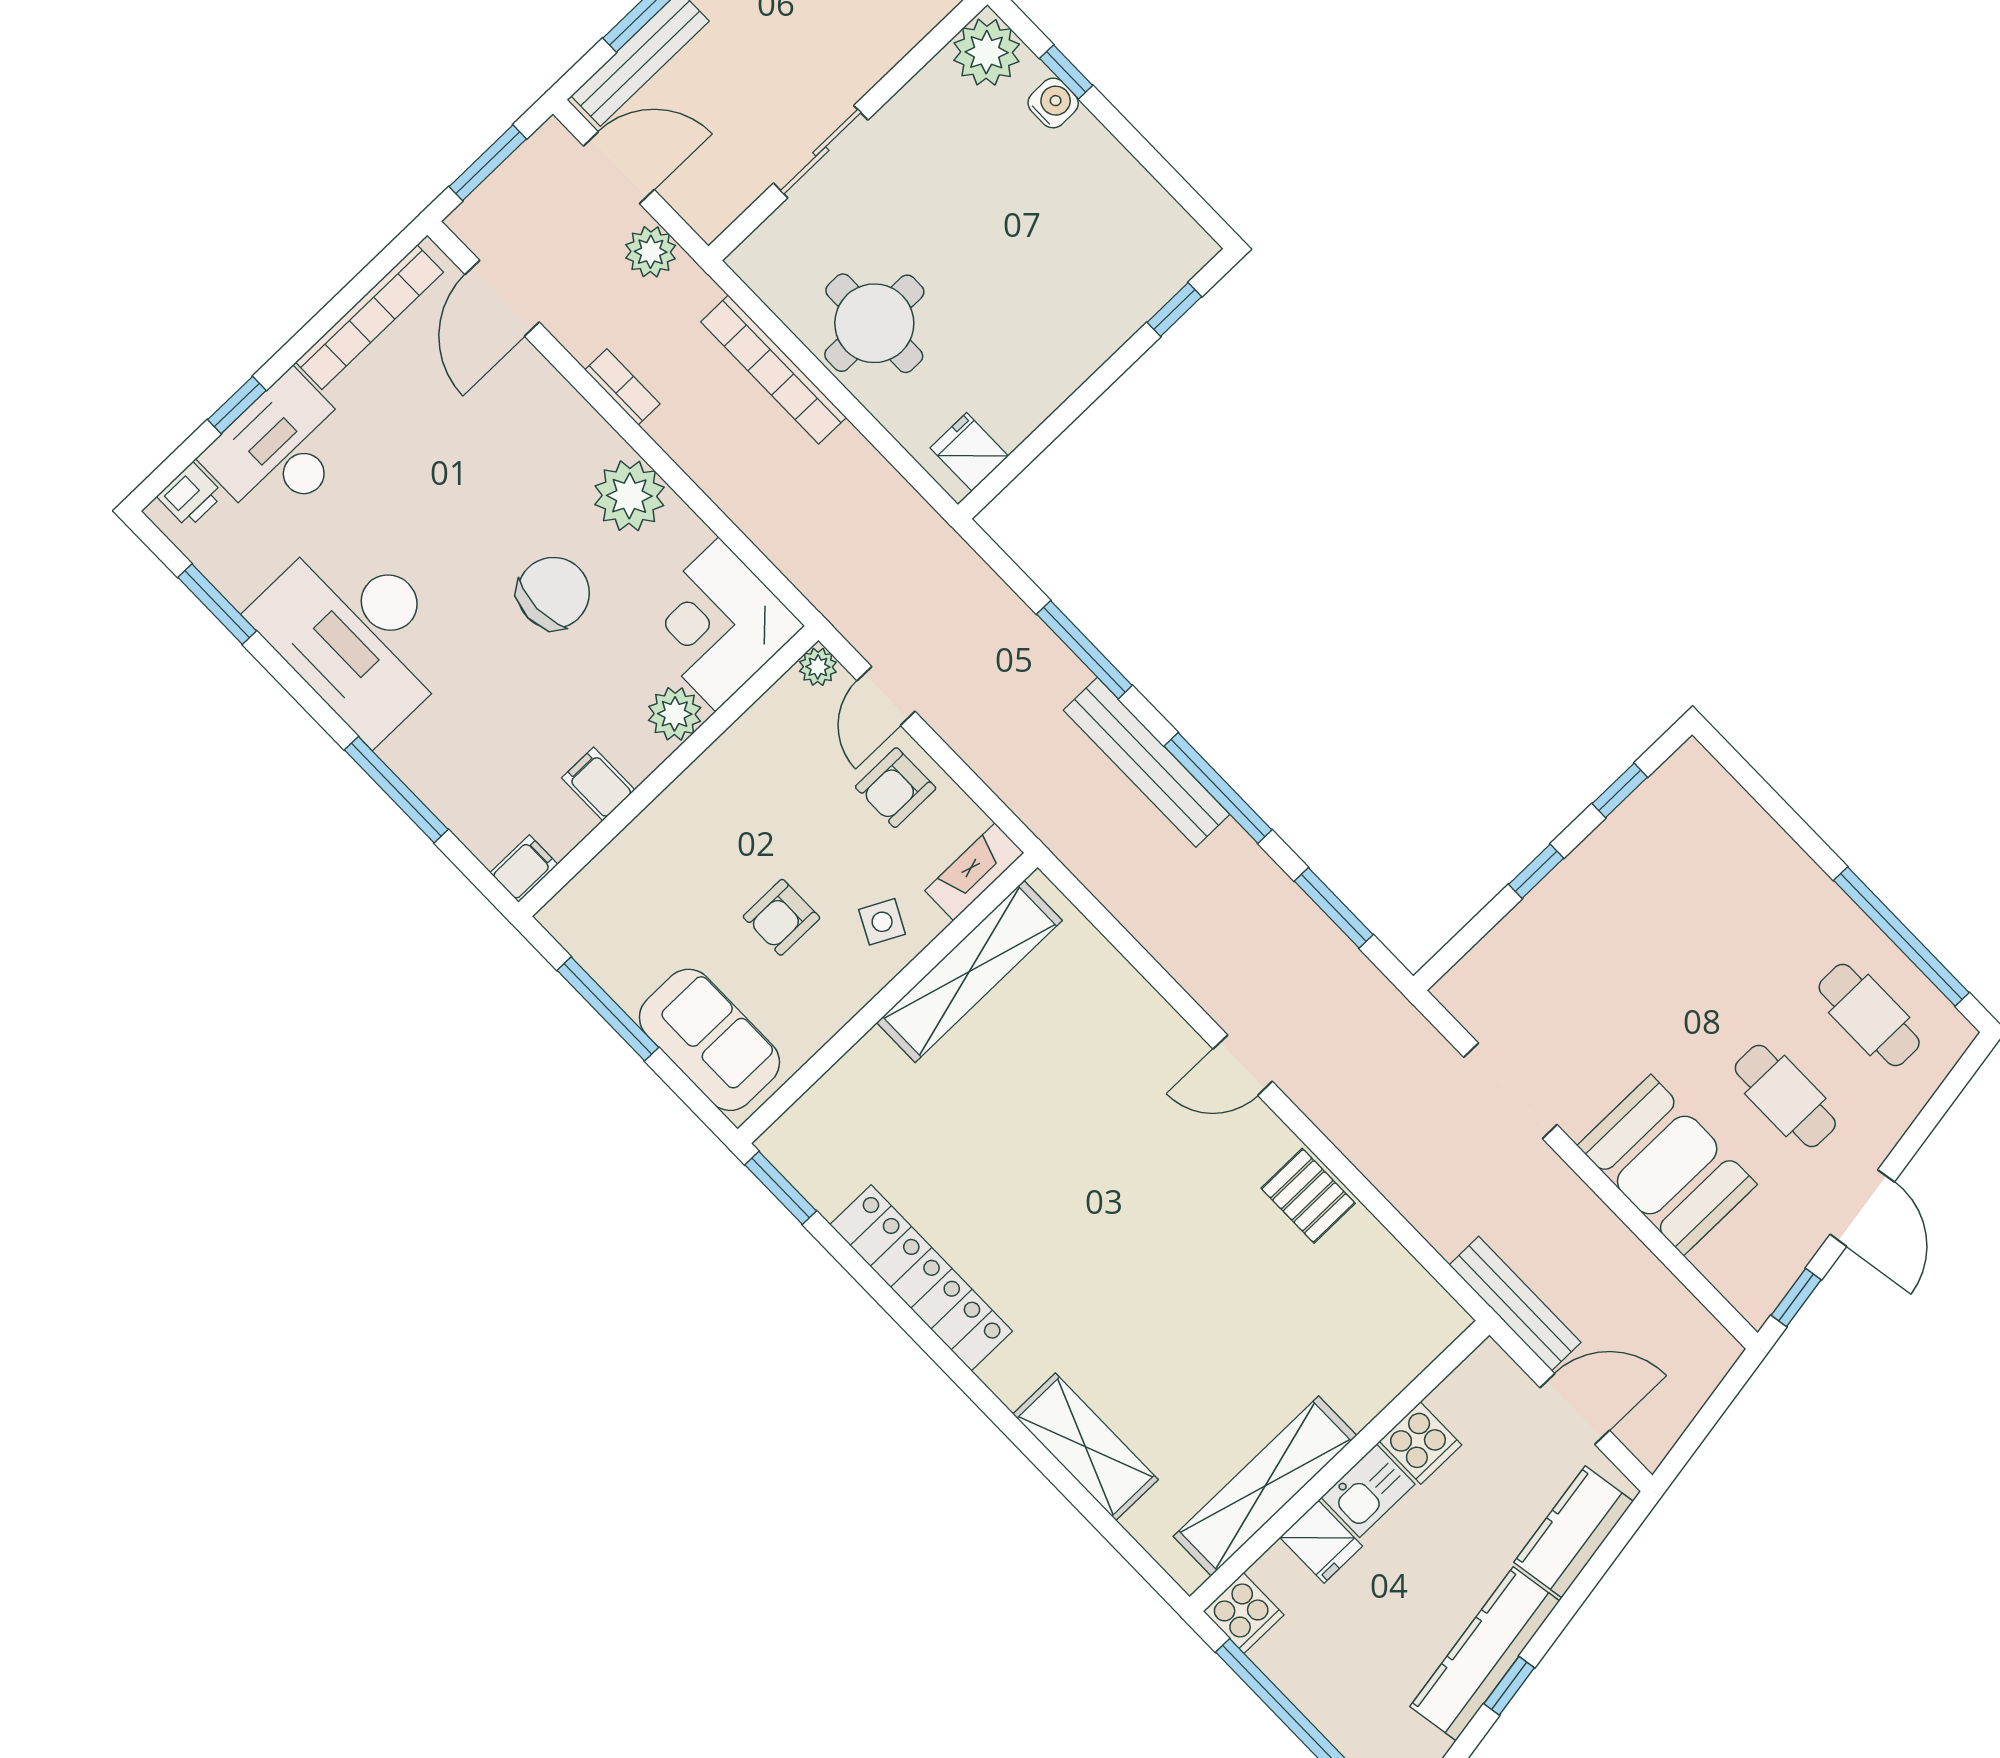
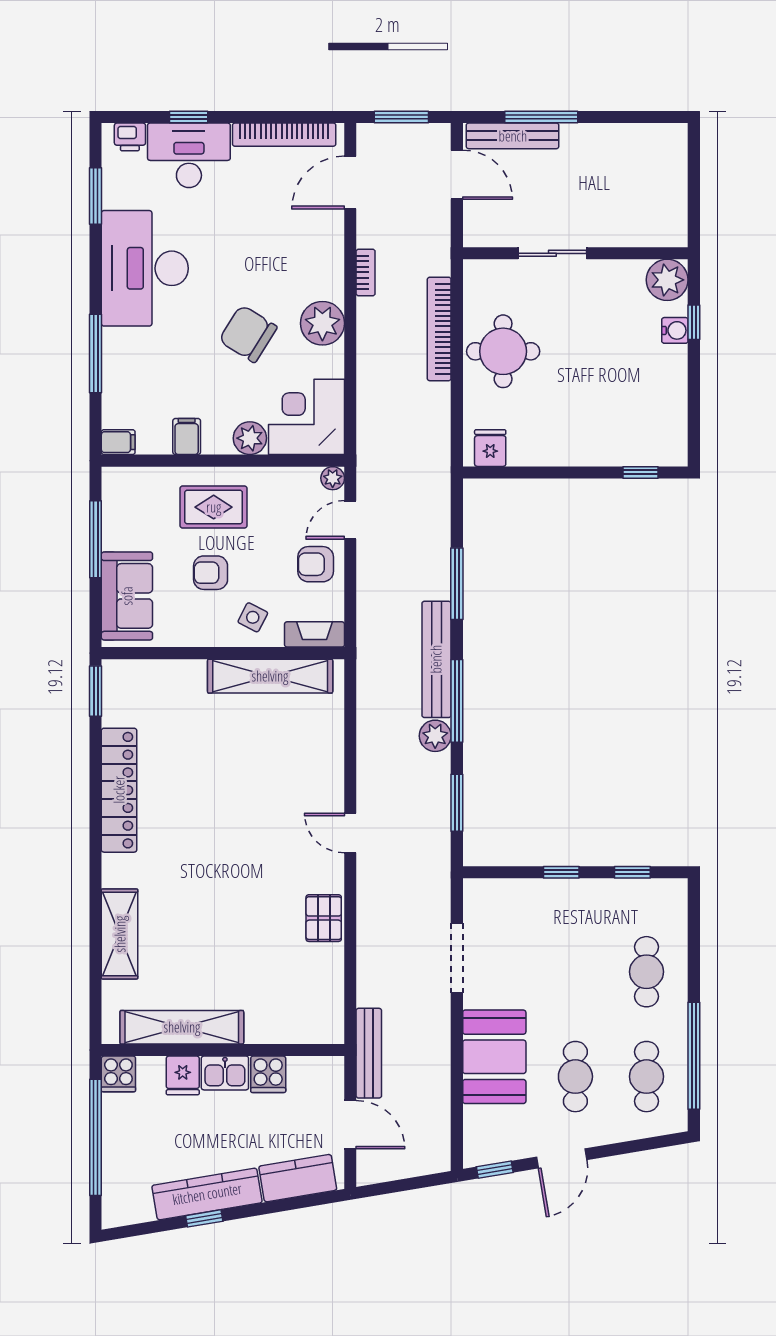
plant: (651, 252) -> (435, 736), moved
chair: (553, 593) -> (248, 334), turned -148
rug: (710, 836) -> (214, 507), added
cafe table: (1750, 891) -> (646, 972), added

